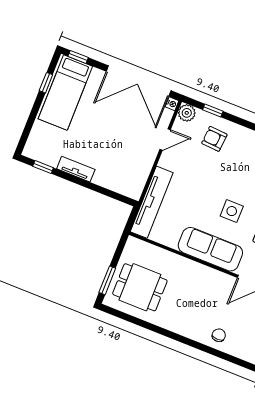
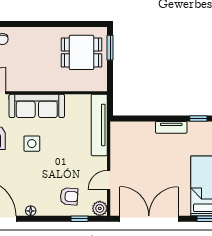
nightstand: (172, 104) -> (115, 211), removed

